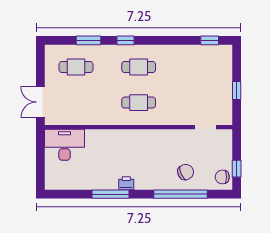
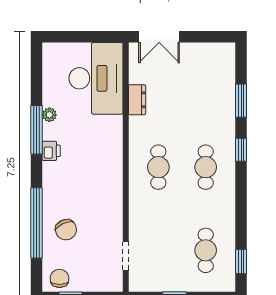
cafe table: (76, 67) -> (206, 250), moved
double door: (40, 102) -> (159, 37), swing flipped
dresser: (88, 119) -> (137, 100), added
desk: (65, 145) -> (96, 78), width x1.36, depth x1.30
plant: (99, 185) -> (49, 115), added

